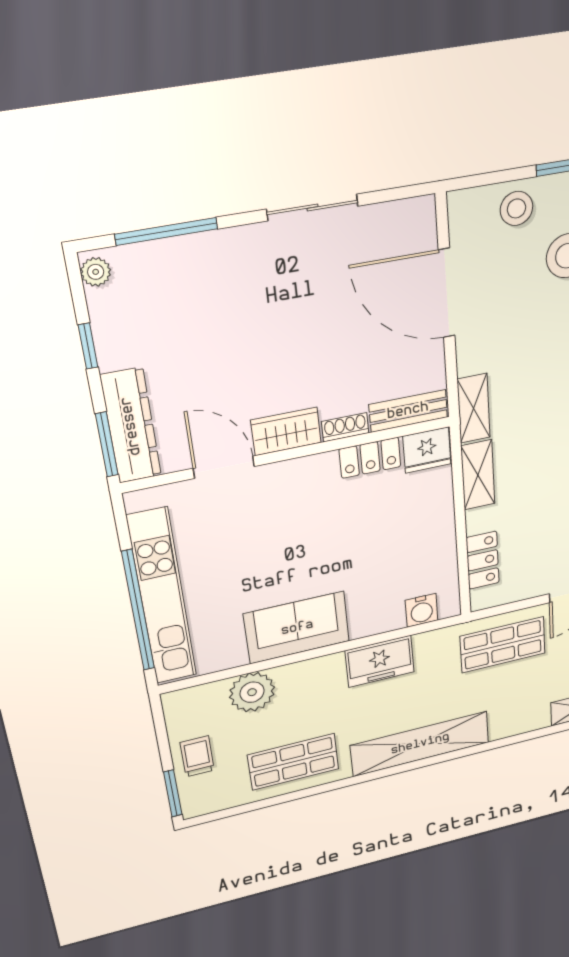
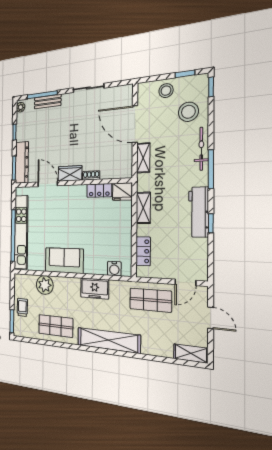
shelving: (474, 408) -> (143, 158), moved
bench: (408, 411) -> (48, 102), moved

